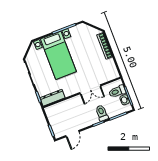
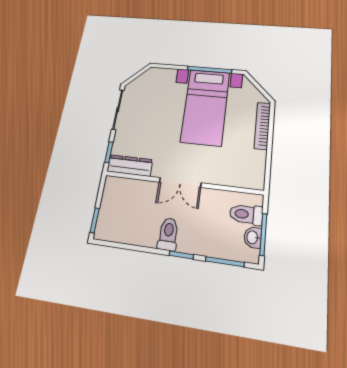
bed with nightstands: (58, 55) -> (205, 107), moved
double door: (90, 89) -> (180, 182), moved
toilet: (102, 113) -> (168, 234), moved
door: (72, 134) -> (126, 246), removed

